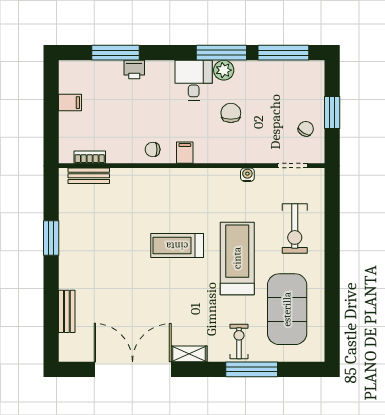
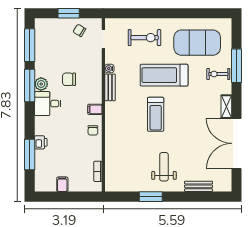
bench: (89, 176) -> (110, 87), moved
weight bench: (97, 258) -> (164, 167), added

